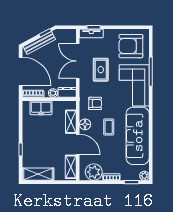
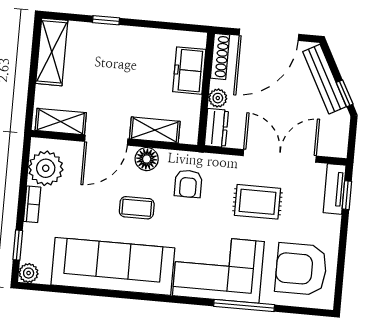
armchair: (131, 46) -> (301, 269), turned -90

